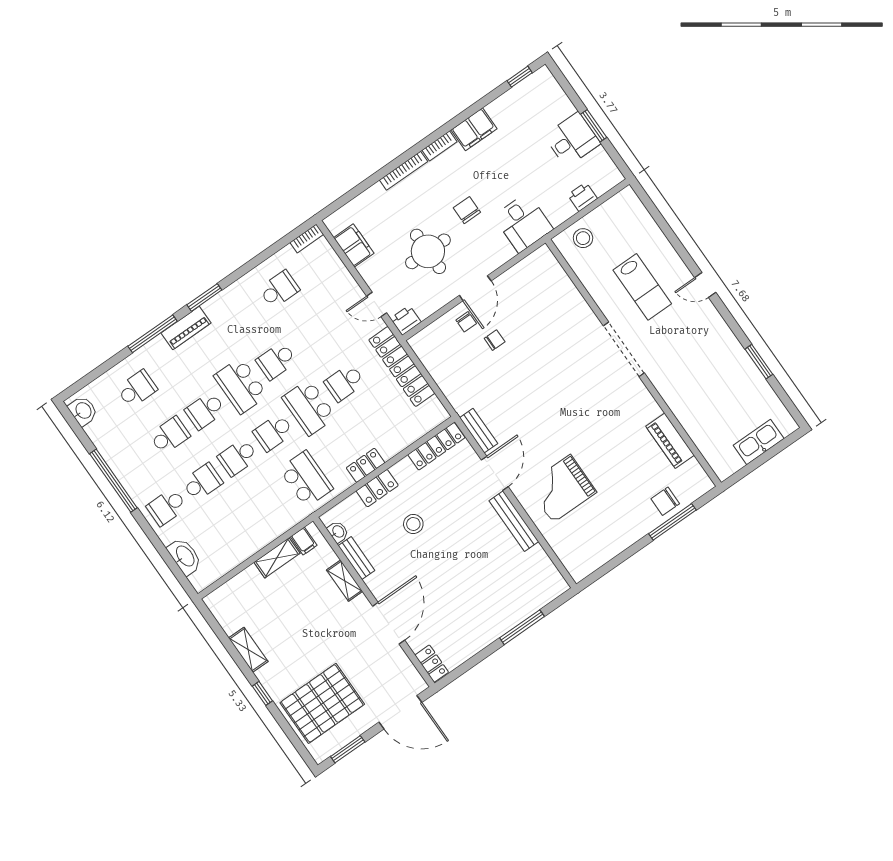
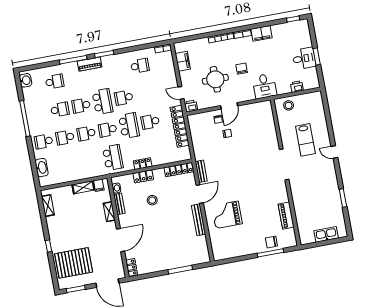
school desk: (241, 386) -> (102, 102), turned 180
school desk: (309, 407) -> (129, 126), turned 180
school desk: (202, 482) -> (65, 137), turned 180
shelving: (248, 650) -> (48, 206), moved

